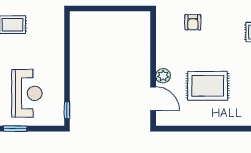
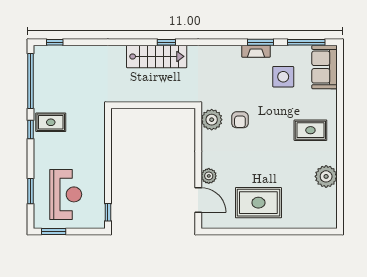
plant: (166, 22) -> (212, 120), added
rug: (208, 86) -> (258, 203), moved

